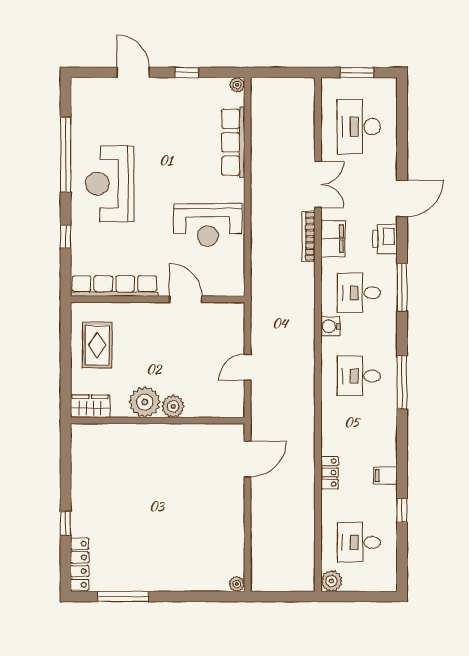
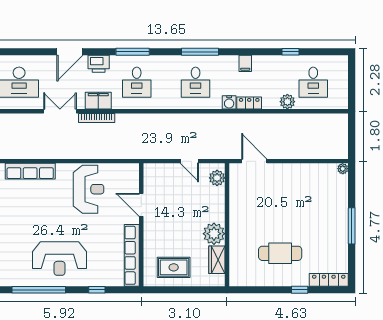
door: (402, 198) -> (70, 52), swing flipped
door: (186, 299) -> (141, 205), hinge flipped
water cooler: (330, 326) -> (229, 102), moved
wardrobe: (90, 406) -> (217, 260), moved
plant: (173, 406) -> (217, 178), moved
locker: (330, 473) -> (249, 103), moved
filing cabinet: (385, 476) -> (245, 63), moved
cafe table: (117, 496) -> (280, 253), added
plant: (331, 581) -> (287, 102), moved
window: (123, 597) -> (352, 226), moved

